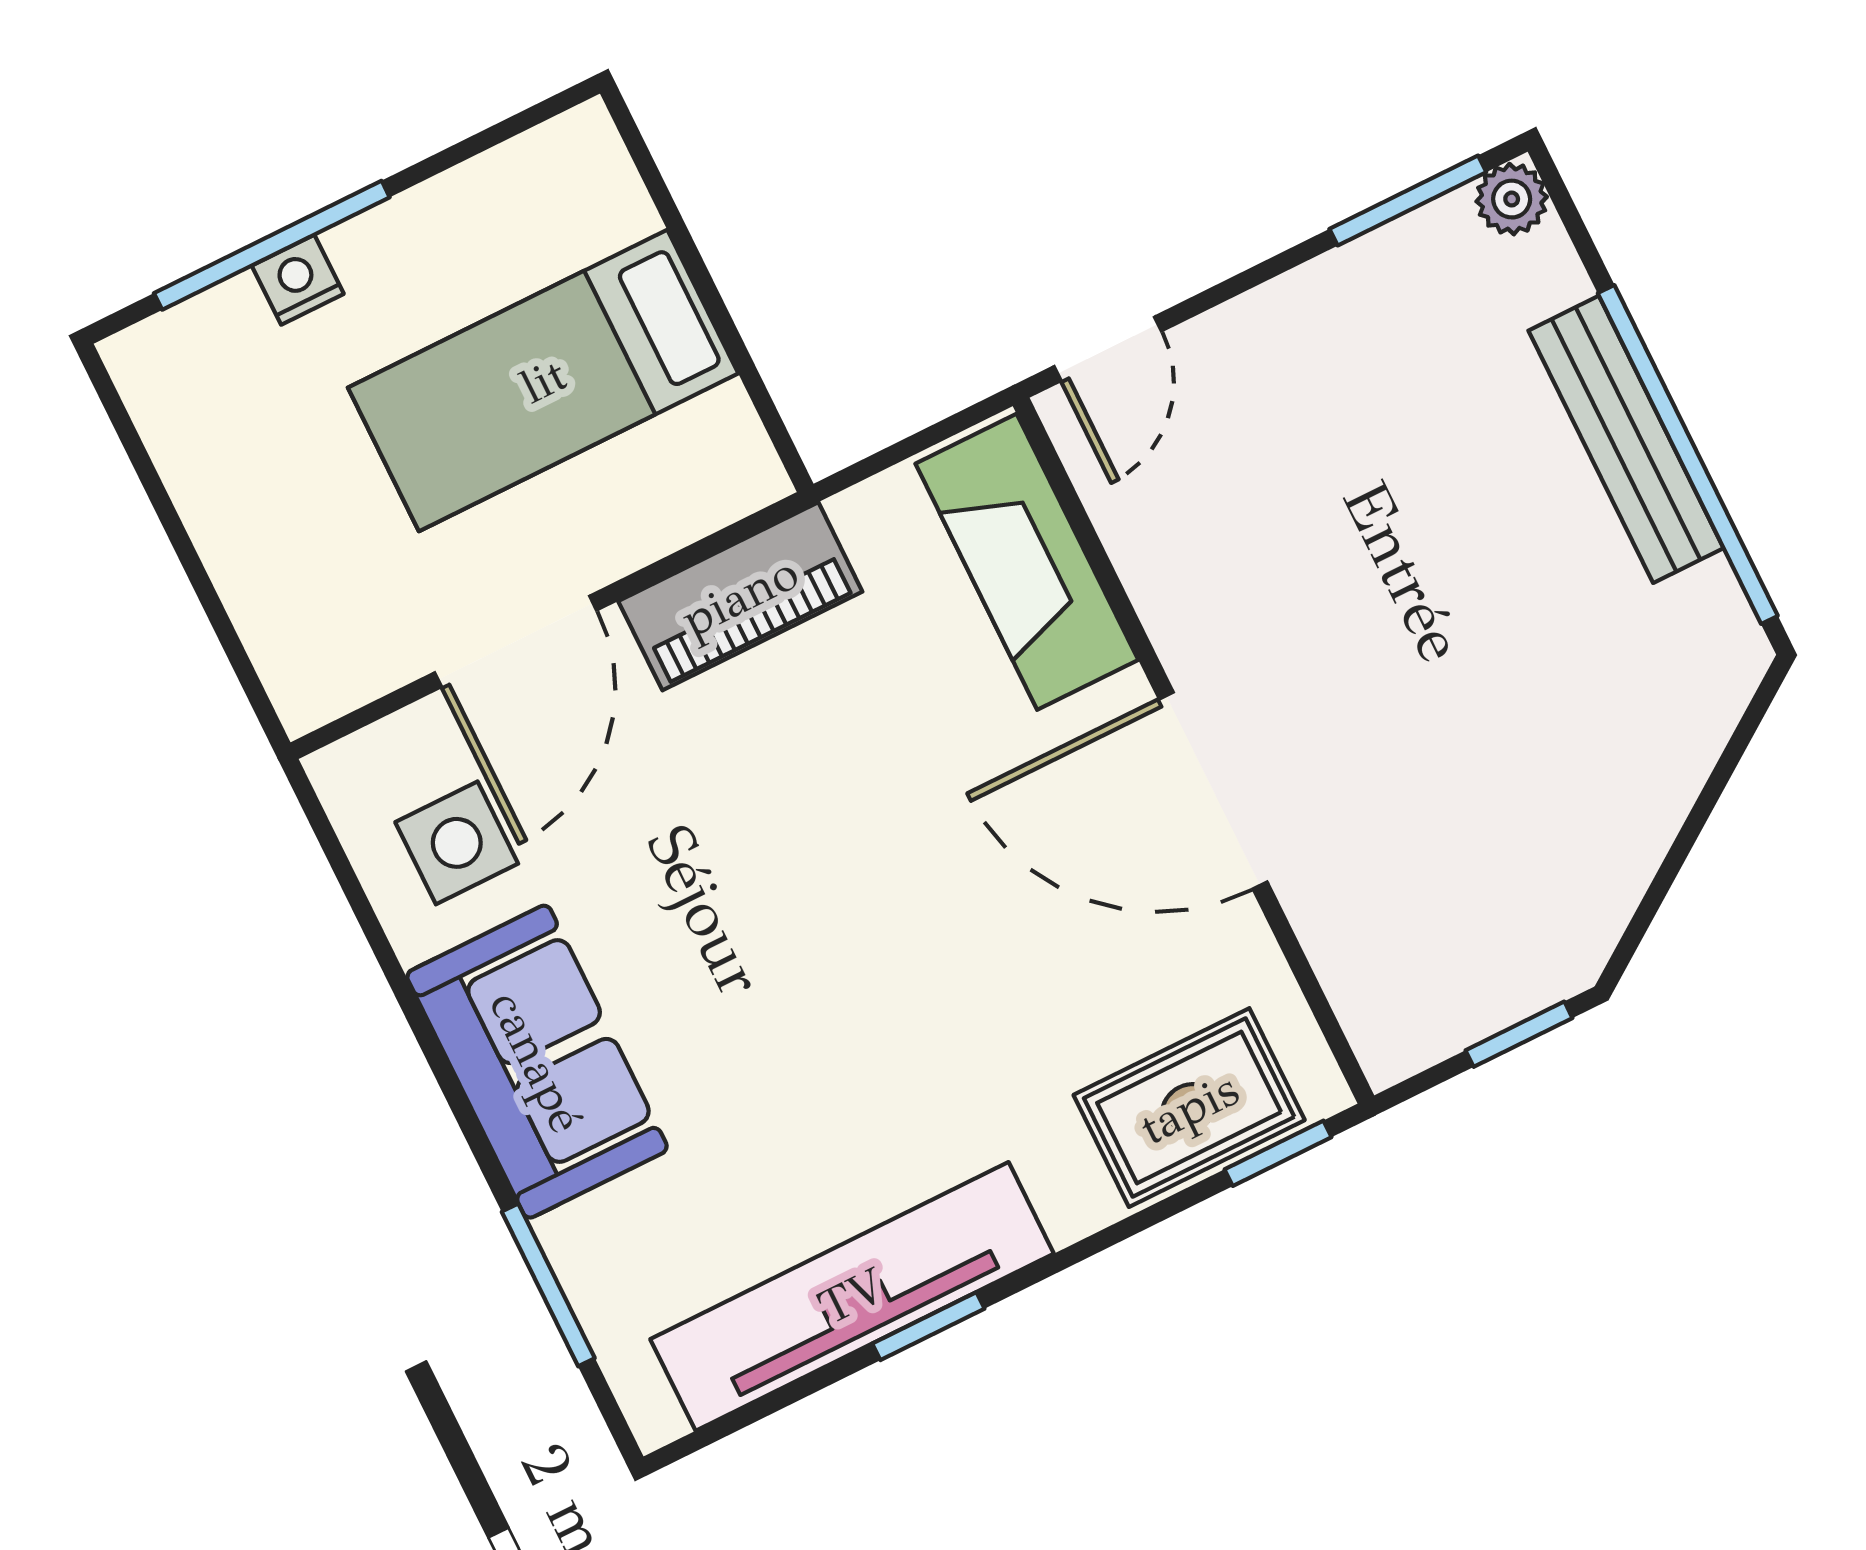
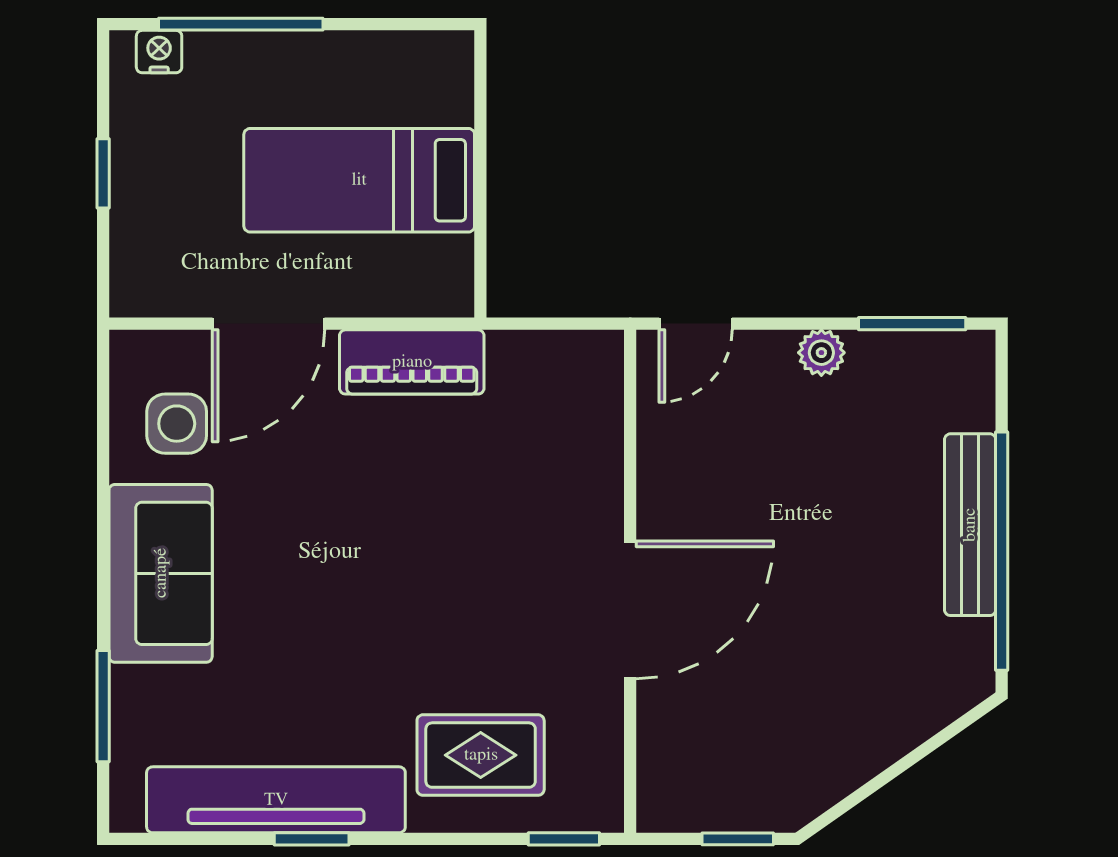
plant: (1512, 199) -> (821, 353), moved
nightstand: (298, 280) -> (159, 52), moved
window: (183, 546) -> (103, 173), added
fireplace: (1027, 562) -> (588, 424), removed
door: (1213, 790) -> (630, 610), swing flipped
rug: (1189, 1108) -> (481, 755), moved

